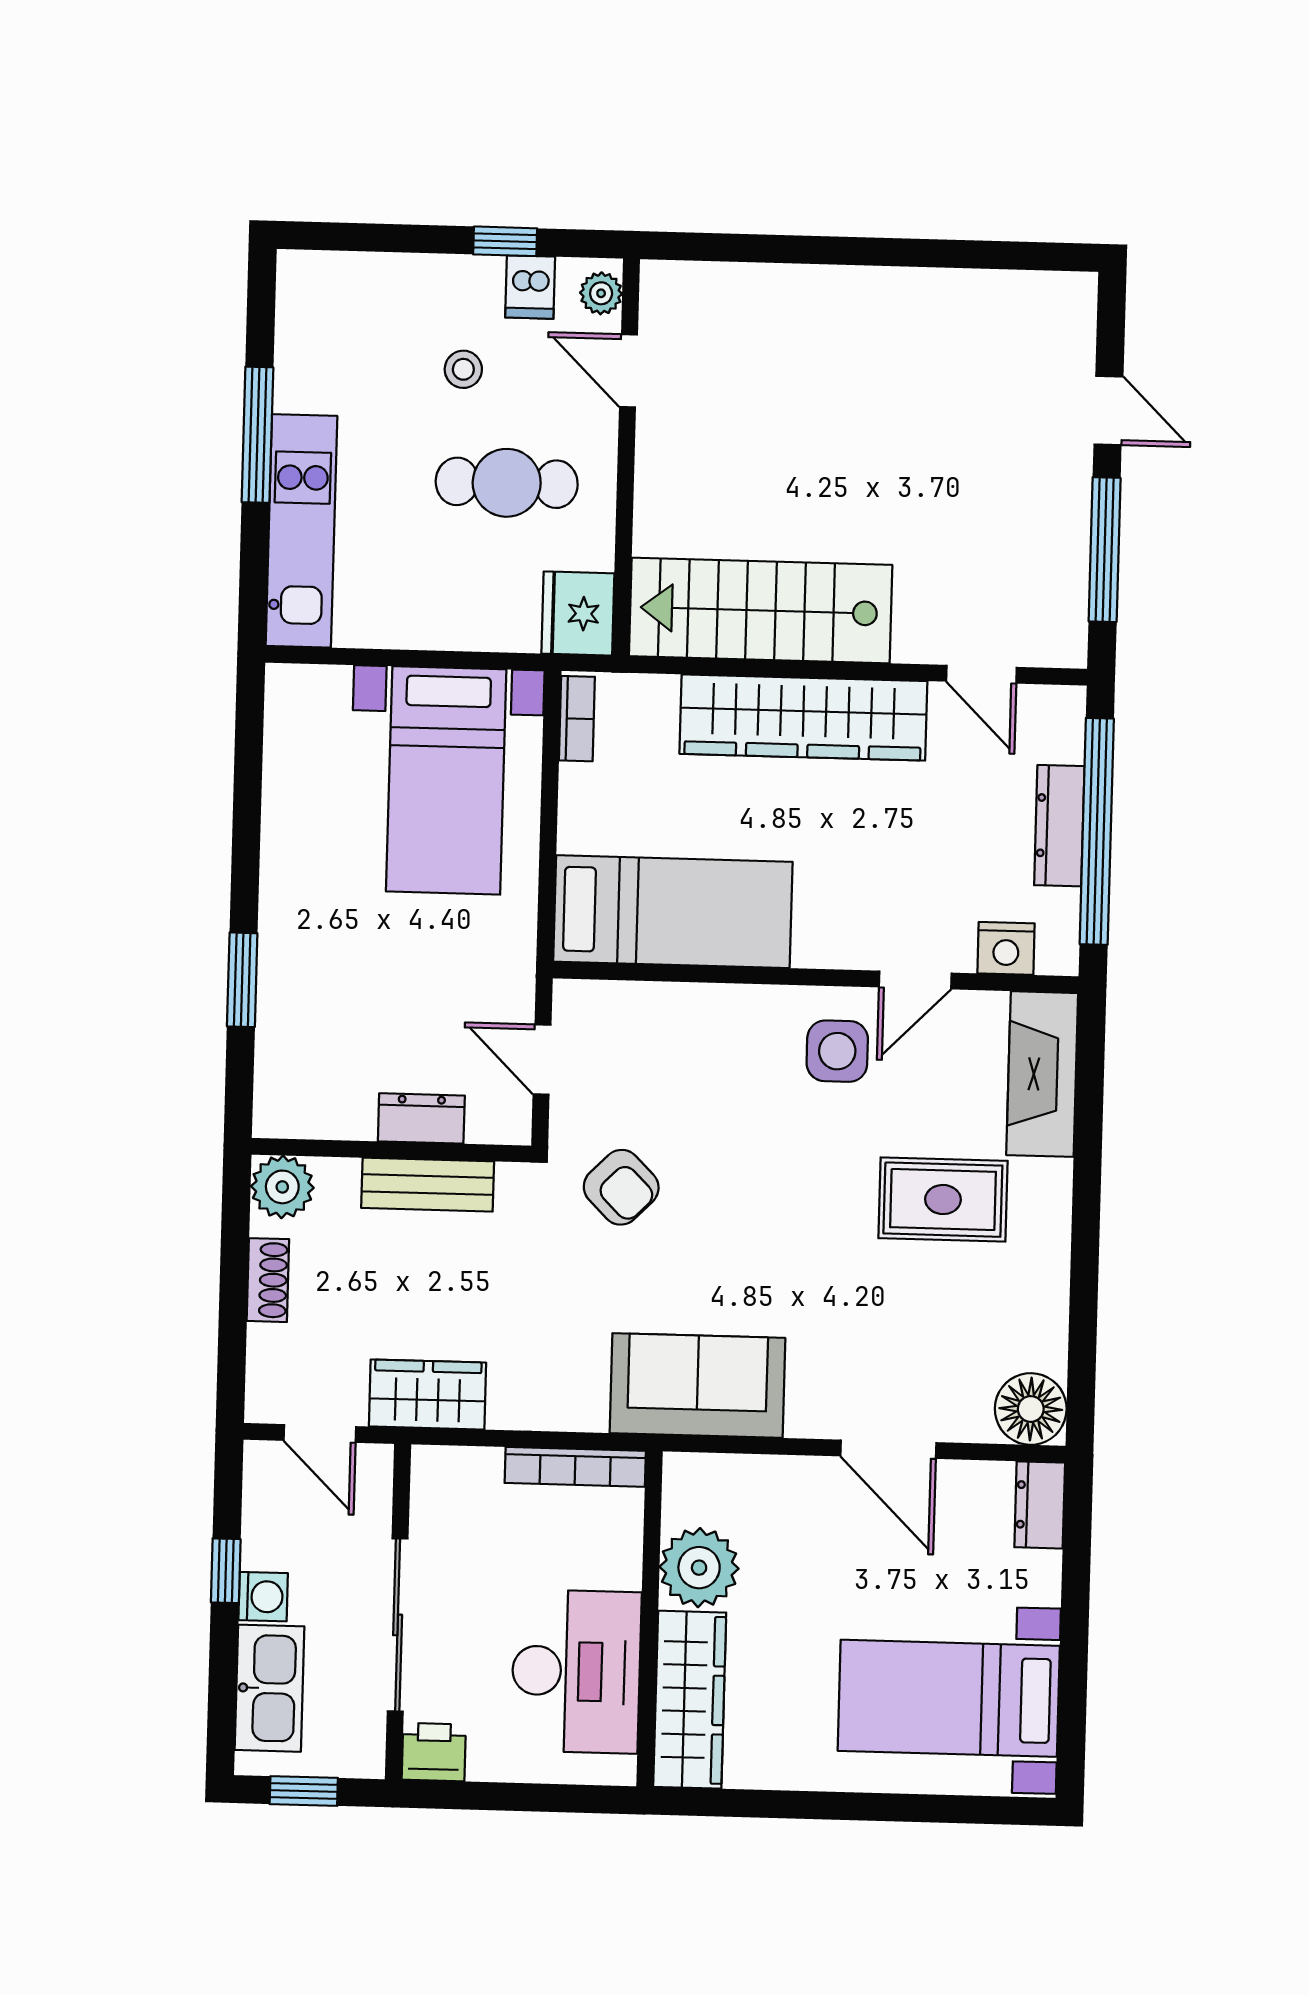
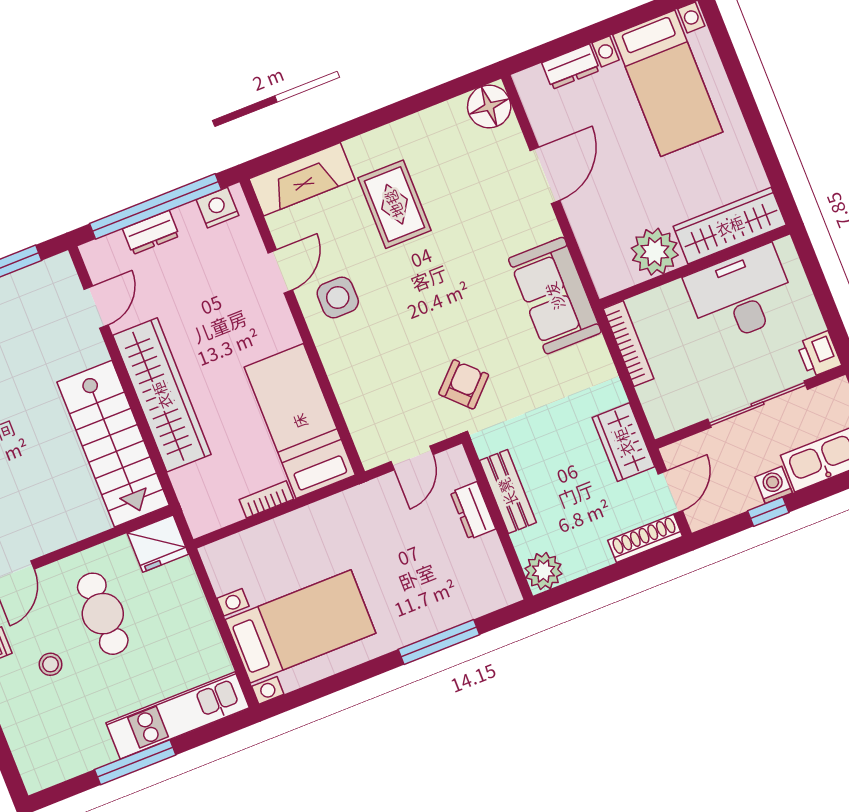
bookcase: (577, 719) -> (266, 499), moved
bed with nightstands: (446, 780) -> (301, 626), moved
dresser: (1059, 826) -> (151, 232), width x0.70
nightstand: (1006, 948) -> (217, 208), moved, turned -90
window: (242, 980) -> (439, 642), width x1.44
door: (915, 980) -> (280, 271), hinge flipped
shoe rack: (268, 1280) -> (645, 538), moved, width x1.43
dresser: (1040, 1505) -> (571, 67), moved

